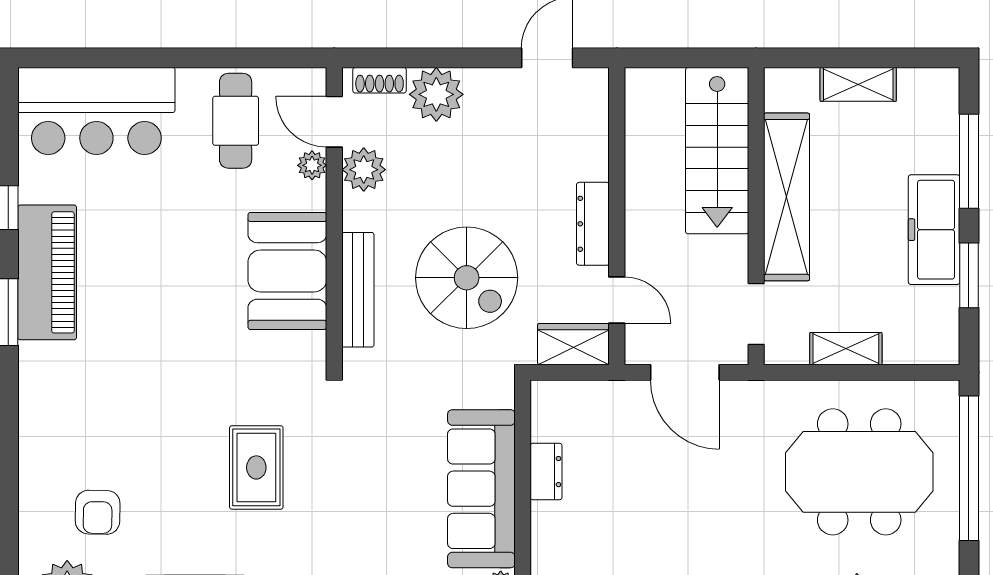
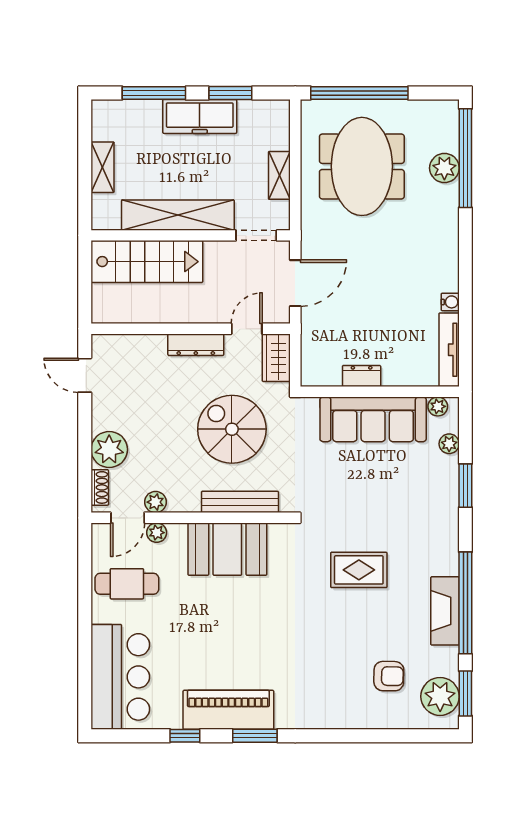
plant: (364, 170) -> (155, 502), width x0.73, depth x0.73
spiral stairs: (467, 278) -> (232, 429), turned -90

